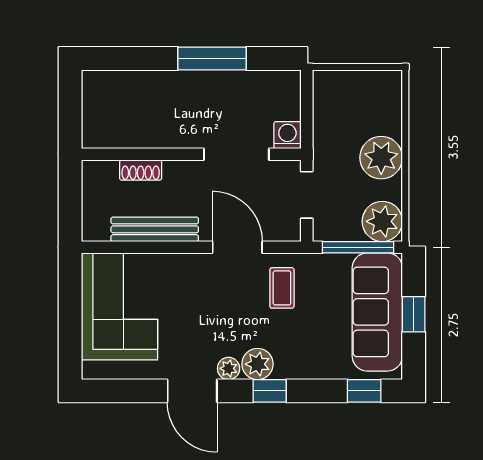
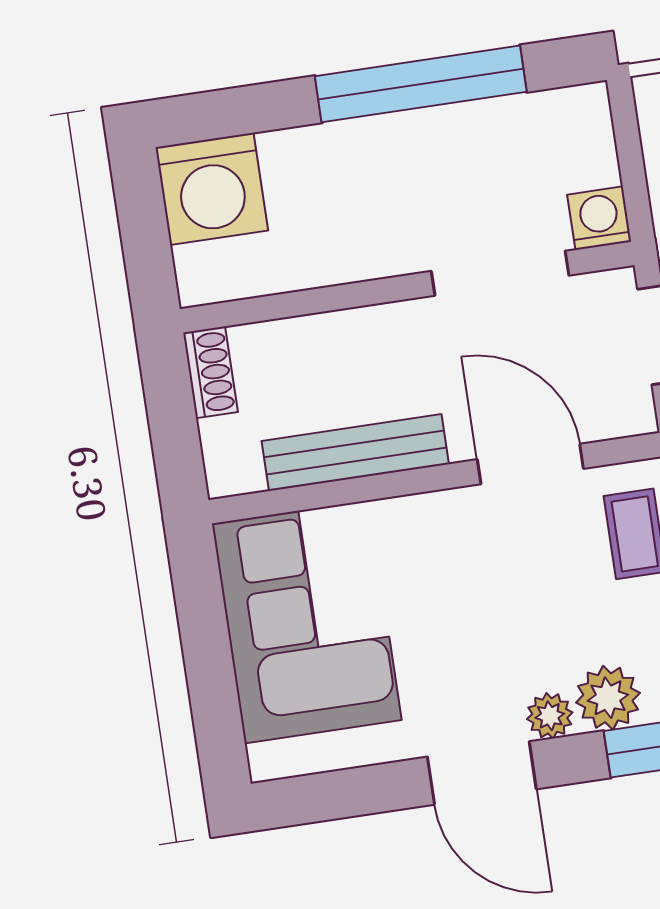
window: (212, 59) -> (421, 84), width x1.46
washing machine: (105, 94) -> (212, 189), added
shoe rack: (141, 170) -> (210, 372), moved, turned -90

